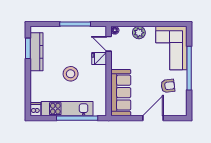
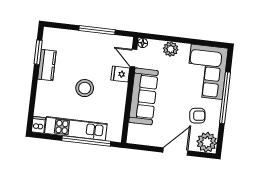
kitchen counter: (37, 52) -> (47, 65), width x0.67
sofa: (121, 93) -> (143, 96), moved
plant: (178, 107) -> (207, 142), added

